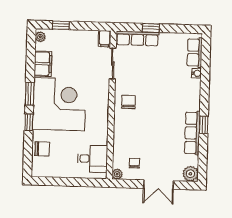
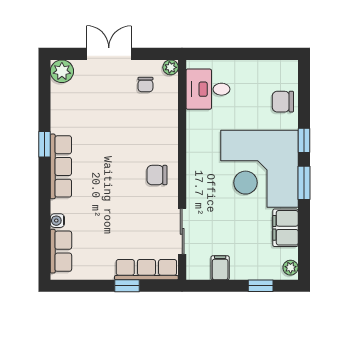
filing cabinet: (105, 39) -> (220, 268), moved
chair: (128, 102) -> (157, 175), turned 90
row of seats: (192, 133) -> (61, 166), moved

